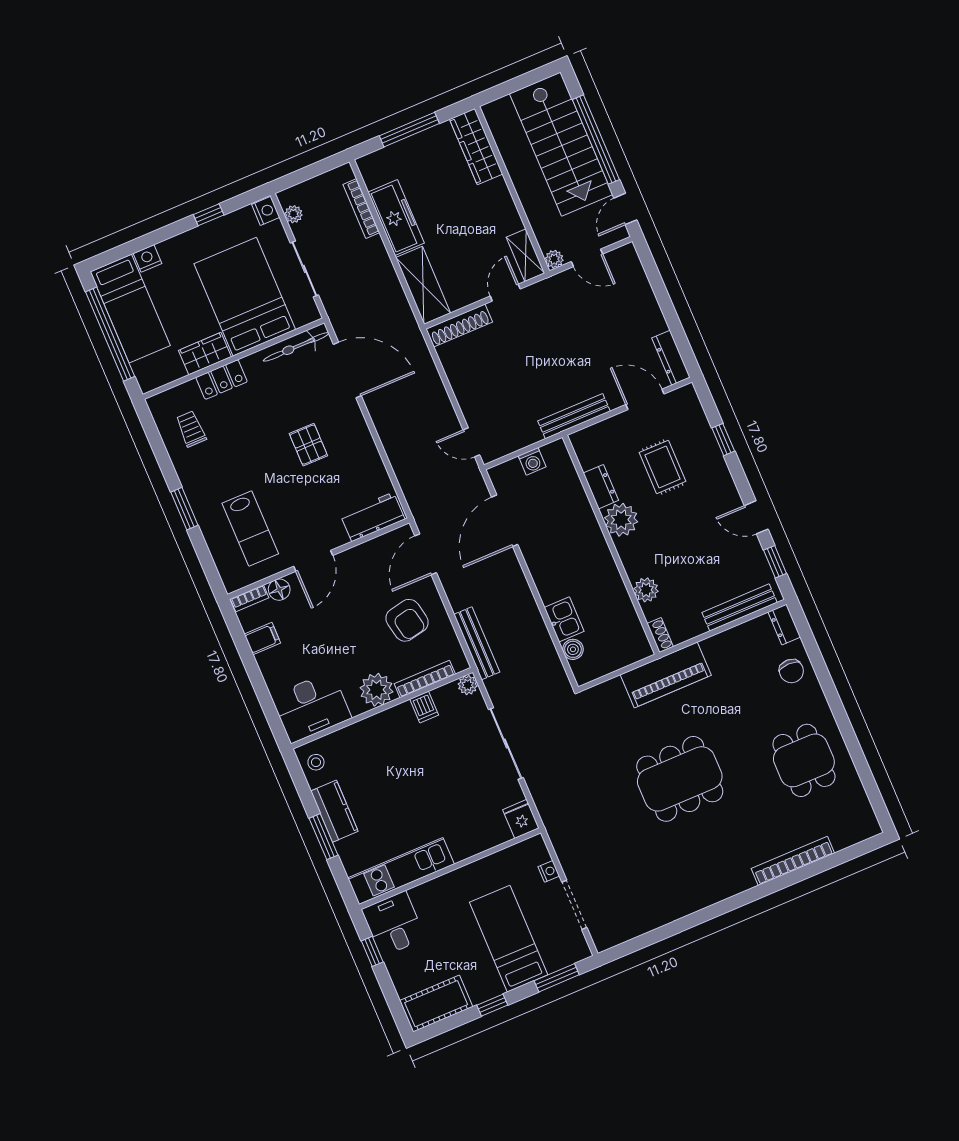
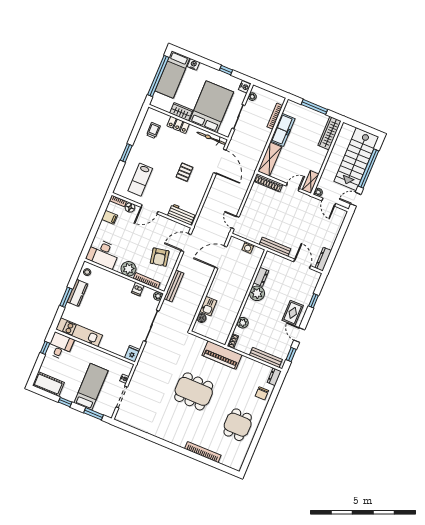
rug: (663, 467) -> (293, 313), moved

